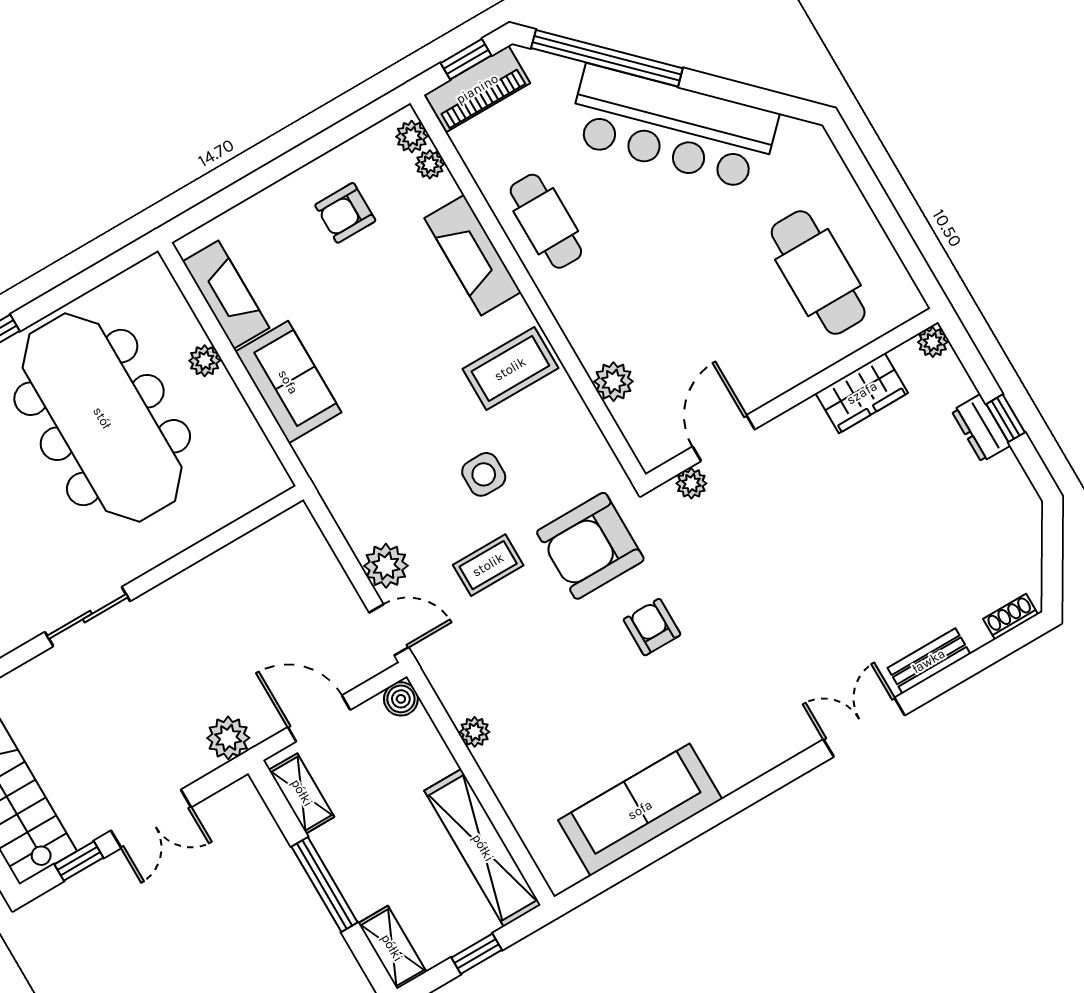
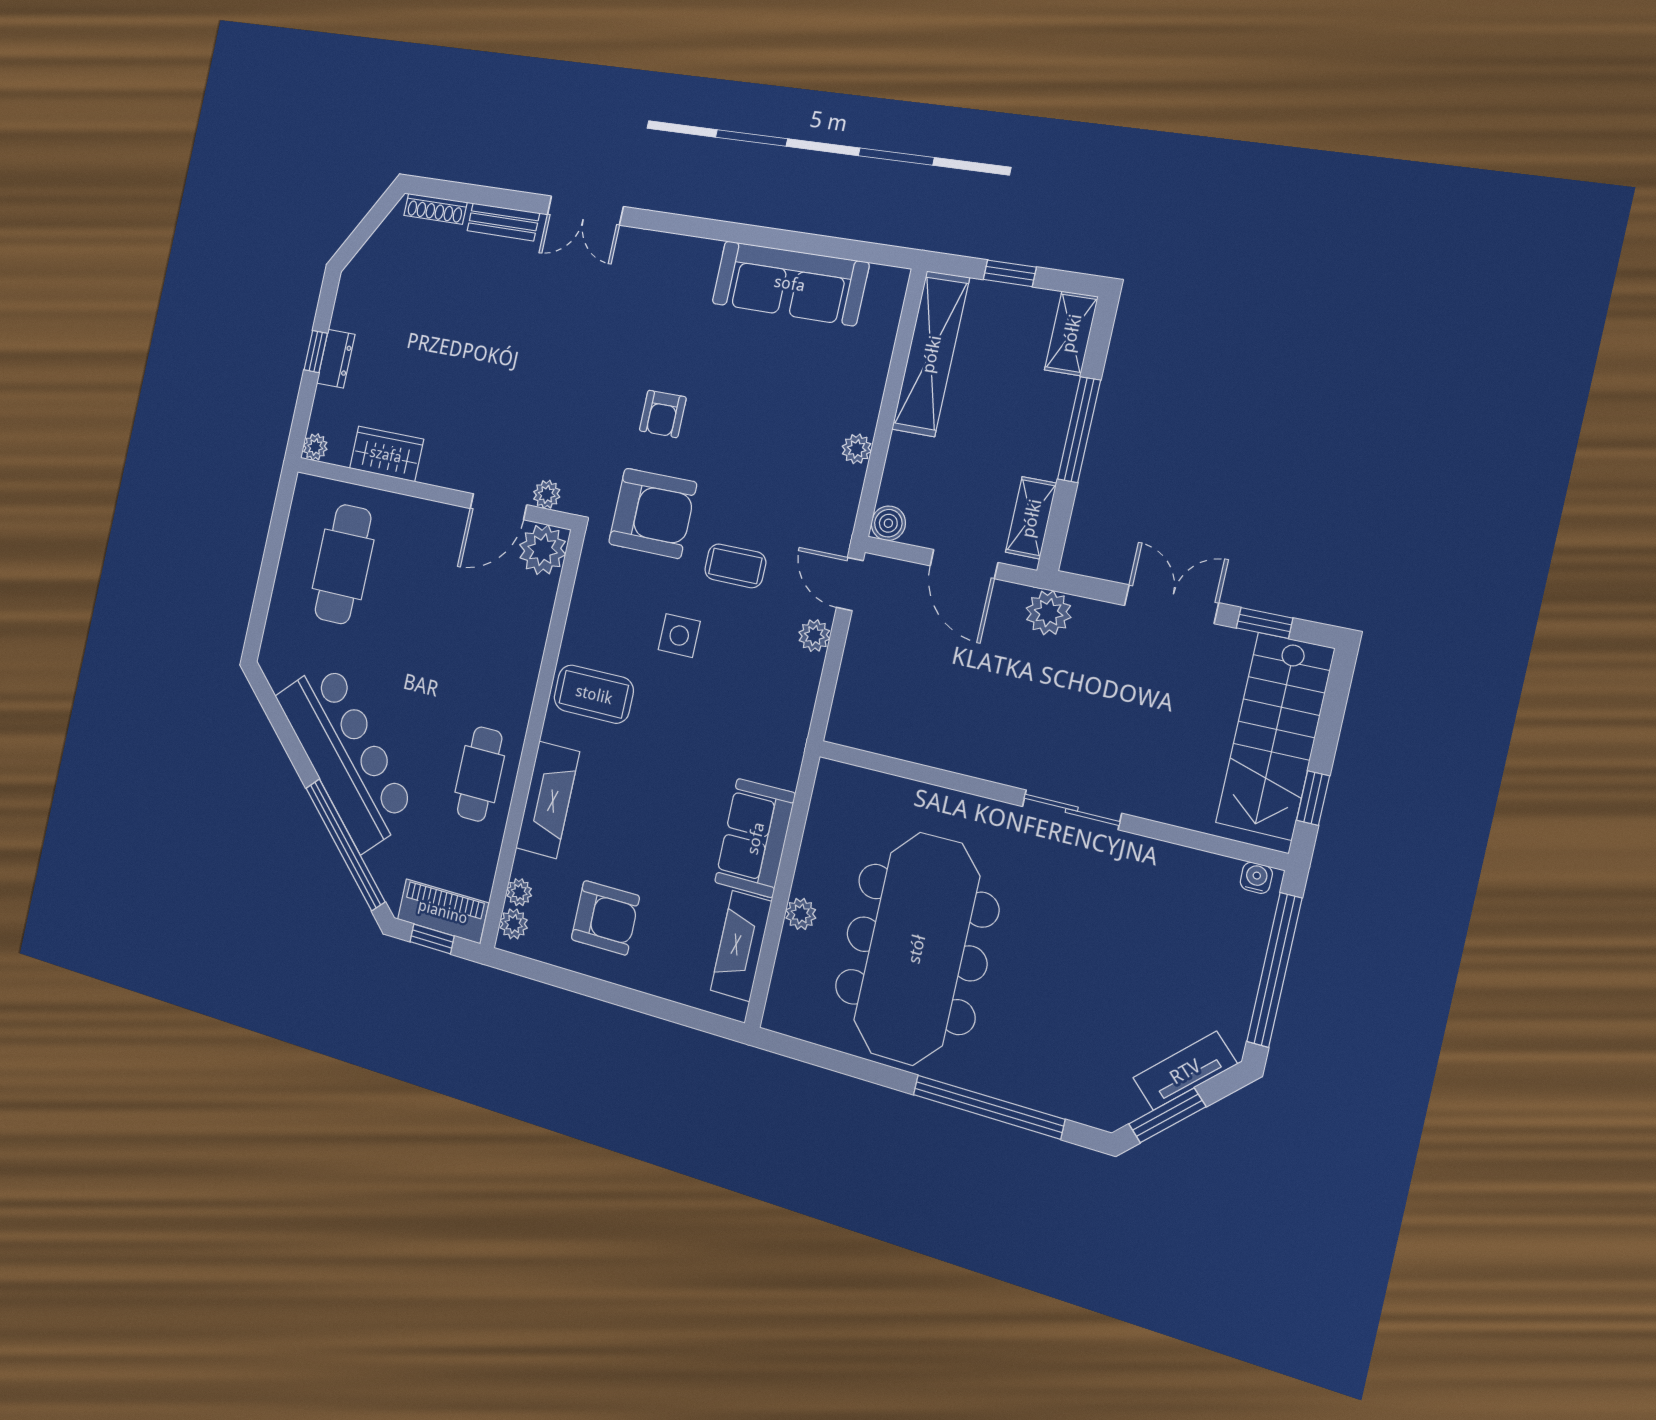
armchair: (345, 213) -> (605, 918), width x1.38, depth x1.38
plant: (614, 382) -> (543, 550), moved, width x1.36, depth x1.36
plant: (386, 566) -> (814, 636), width x0.73, depth x0.73
shoe rack: (1011, 617) -> (435, 209), width x1.43

